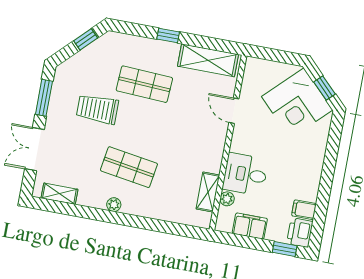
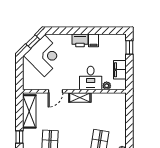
shelving: (208, 192) -> (80, 97), moved
filing cabinet: (304, 210) -> (94, 40), moved
printer: (300, 233) -> (80, 40), moved

